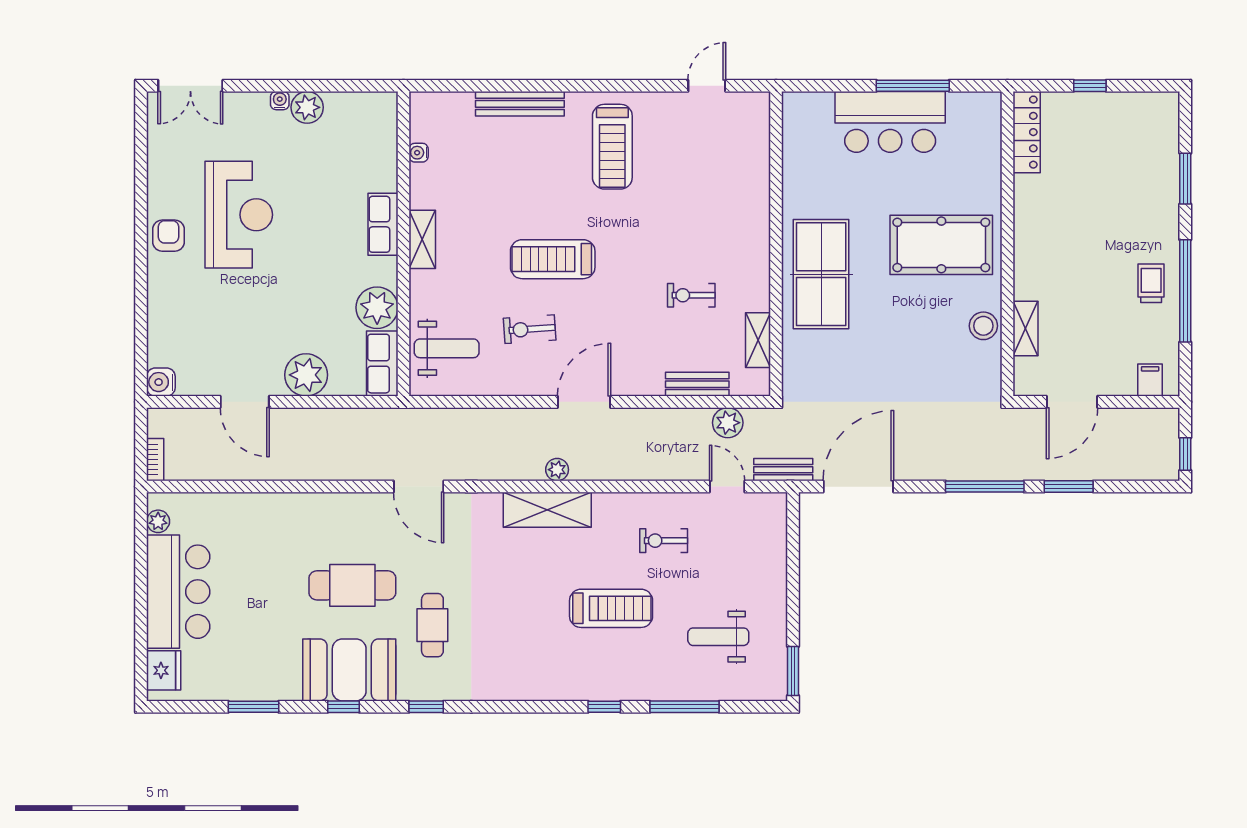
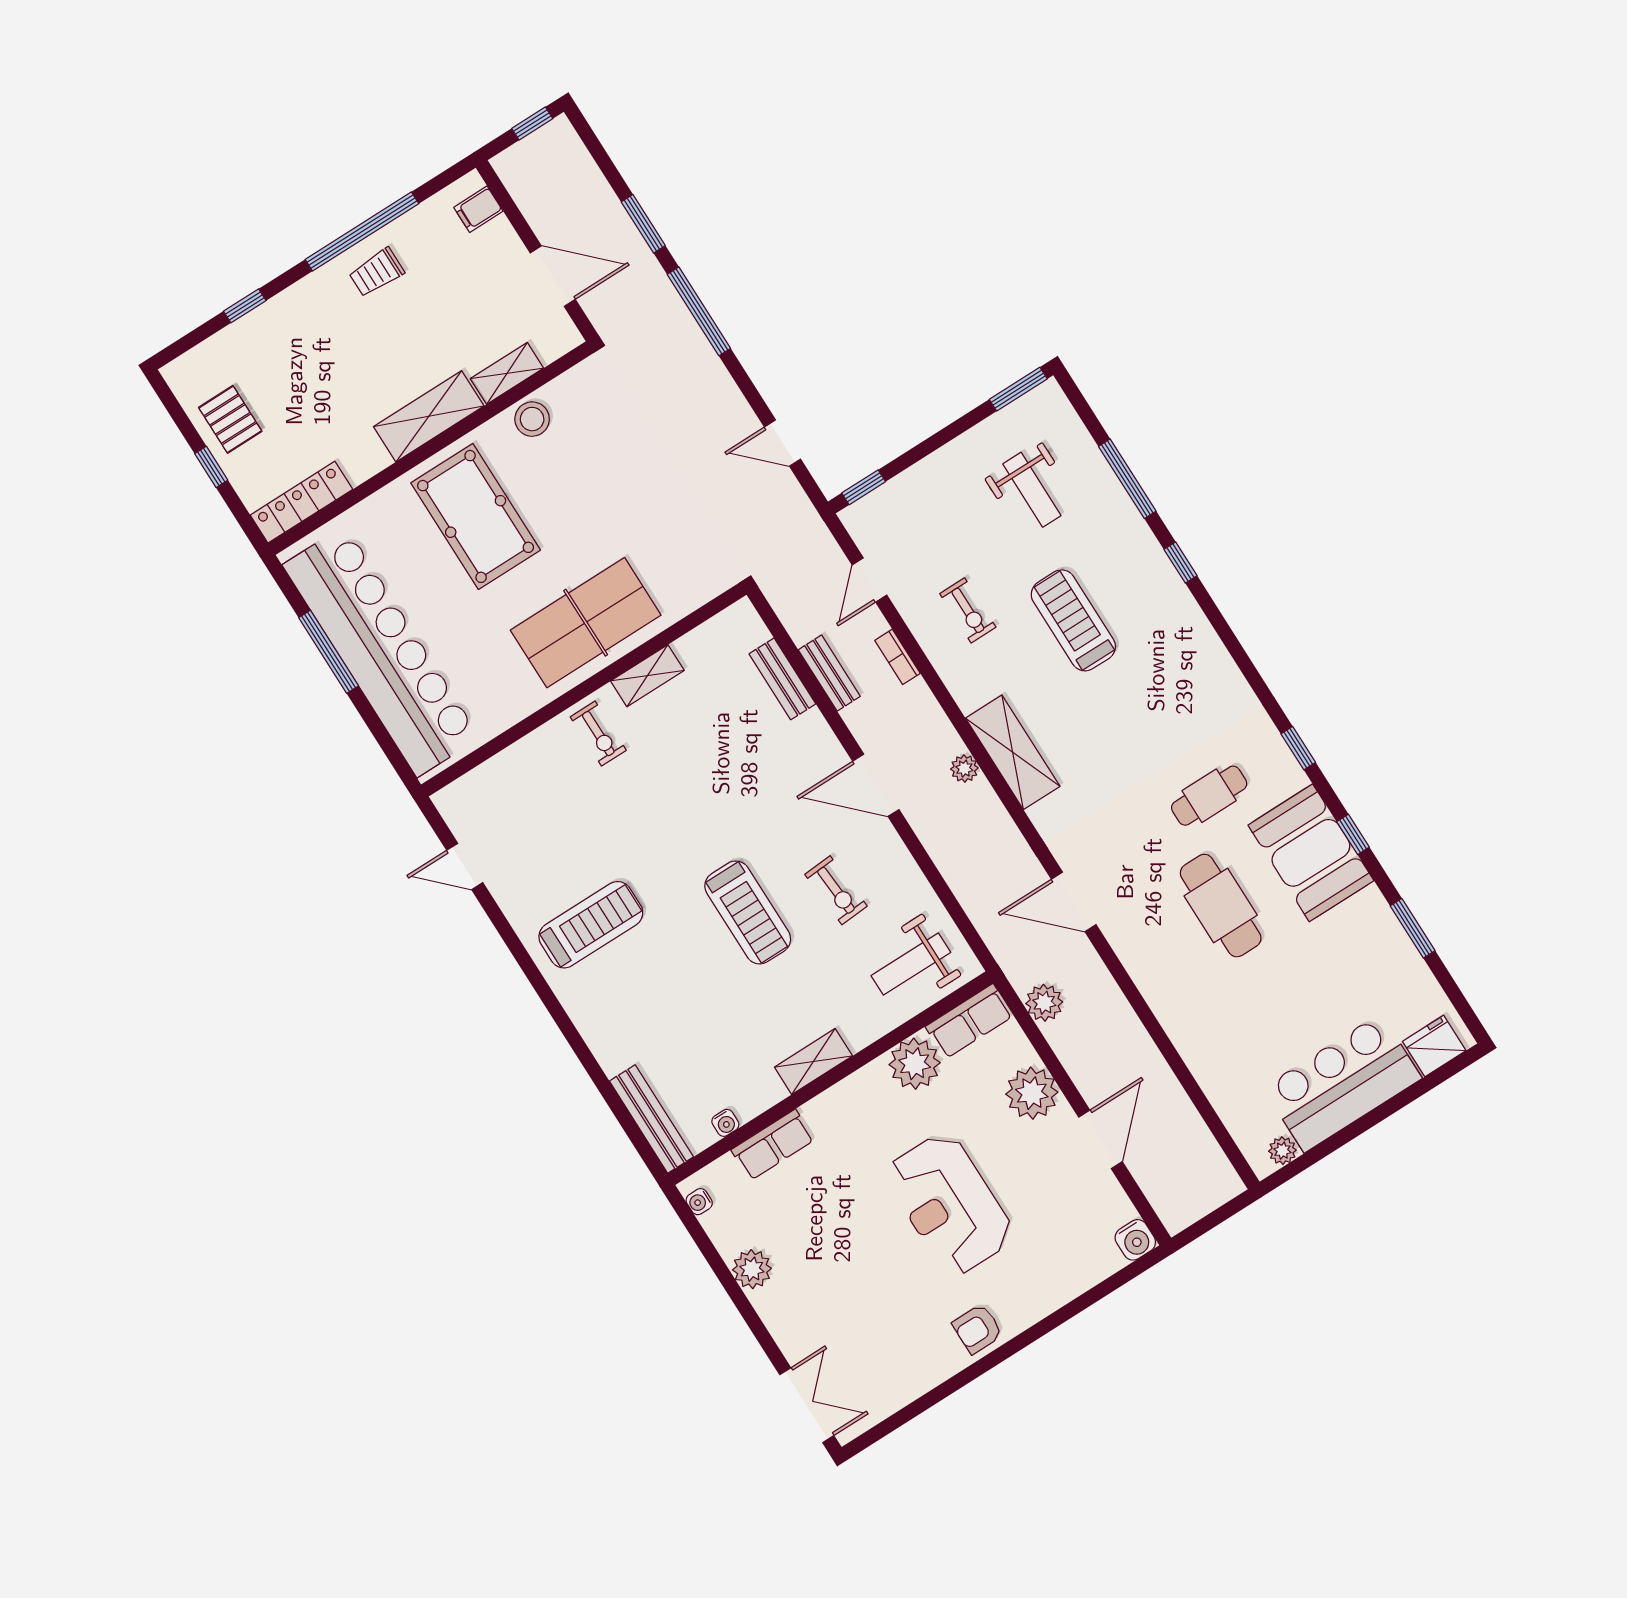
water cooler: (280, 101) -> (699, 1202), moved
bench: (520, 104) -> (651, 1119), moved
pallet: (1114, 119) -> (230, 419), added
bar counter: (890, 122) -> (381, 651), width x1.86
window: (1185, 179) -> (245, 306), width x0.67
reception desk: (239, 215) -> (949, 1204), moved, turned -90
row of seats: (383, 224) -> (773, 1145), moved
shelving: (1030, 256) -> (429, 416), added
exercise bike: (691, 295) -> (598, 734), moved
shelving: (758, 340) -> (647, 676), moved
weight bench: (447, 348) -> (911, 964), turned -90
plant: (728, 423) -> (1044, 1003), moved
bookcase: (155, 460) -> (898, 657), moved, turned -90
bench: (783, 470) -> (829, 673), moved
door: (419, 487) -> (1074, 902), swing flipped
door: (858, 487) -> (783, 443), width x0.53
window: (793, 523) -> (864, 487), added

